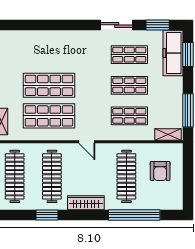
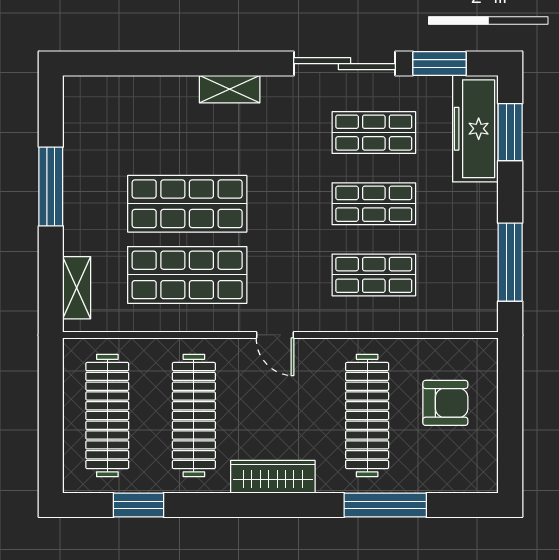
sliding door: (117, 25) -> (344, 64), width x1.37
shelving: (168, 135) -> (230, 89), moved
armchair: (160, 171) -> (445, 403), turned -90
window: (47, 215) -> (139, 505), moved
window: (134, 215) -> (385, 505), width x0.68

